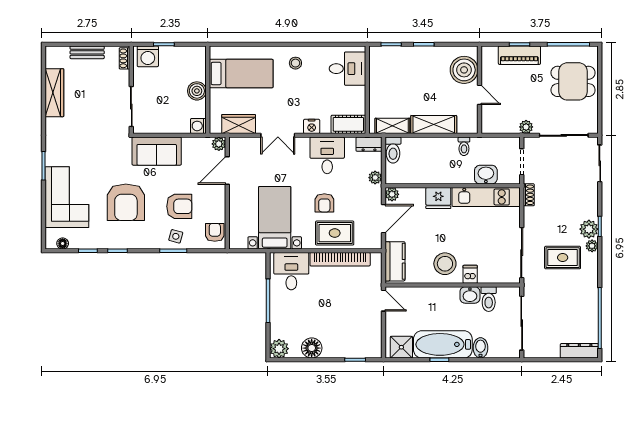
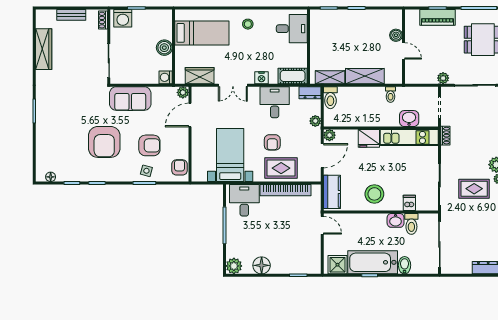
boiler: (464, 70) -> (396, 35), width x0.54, depth x0.54
corner sofa: (67, 197) -> (54, 138), removed
dishwasher: (470, 274) -> (409, 203), moved

